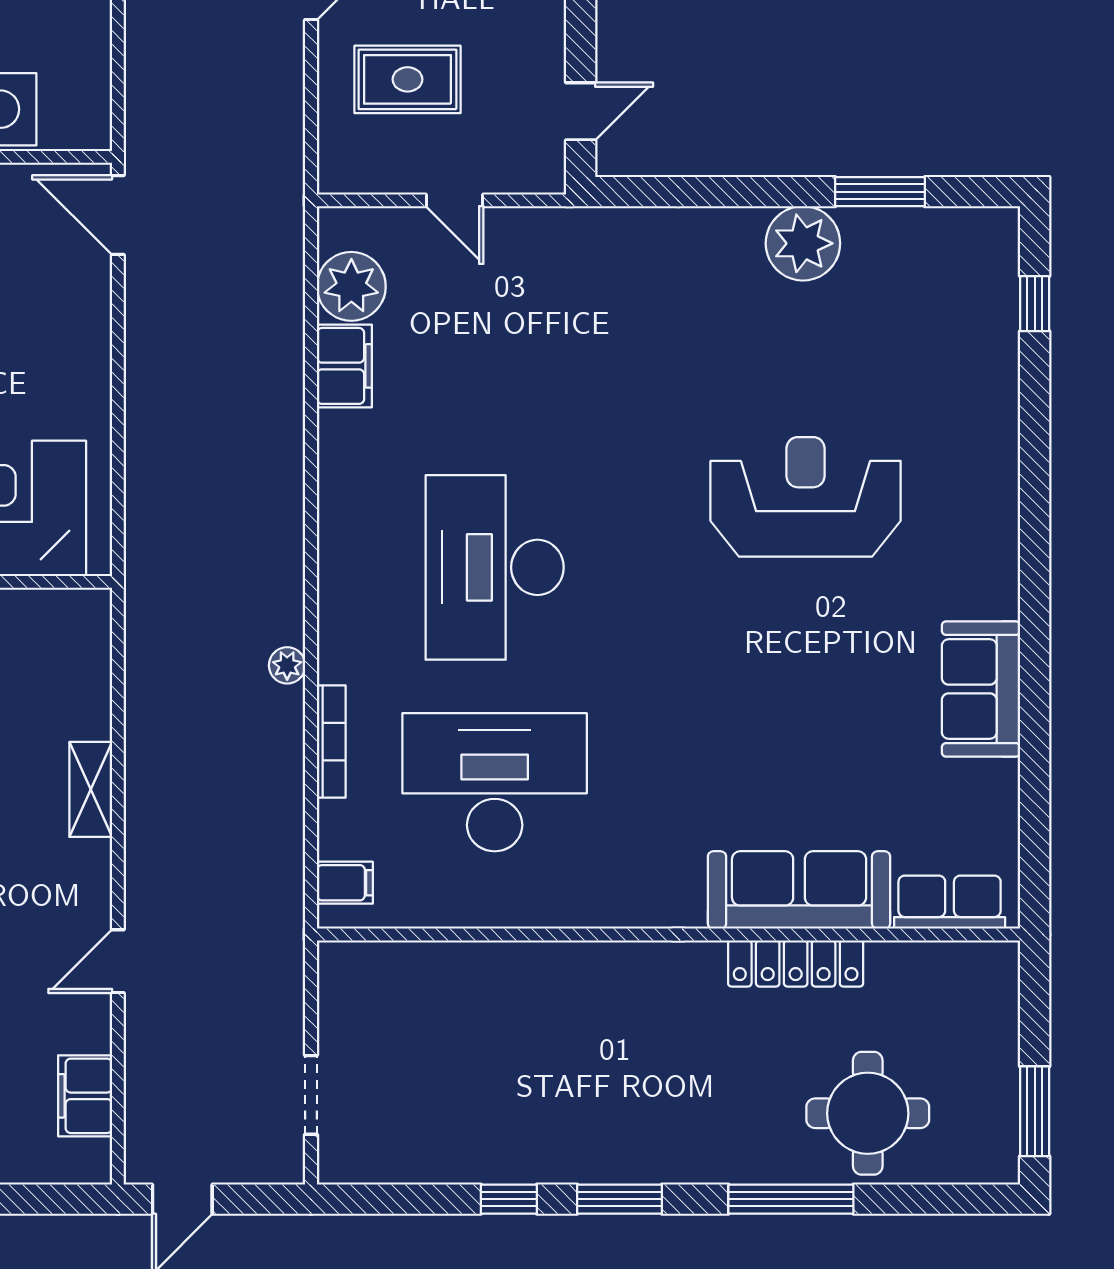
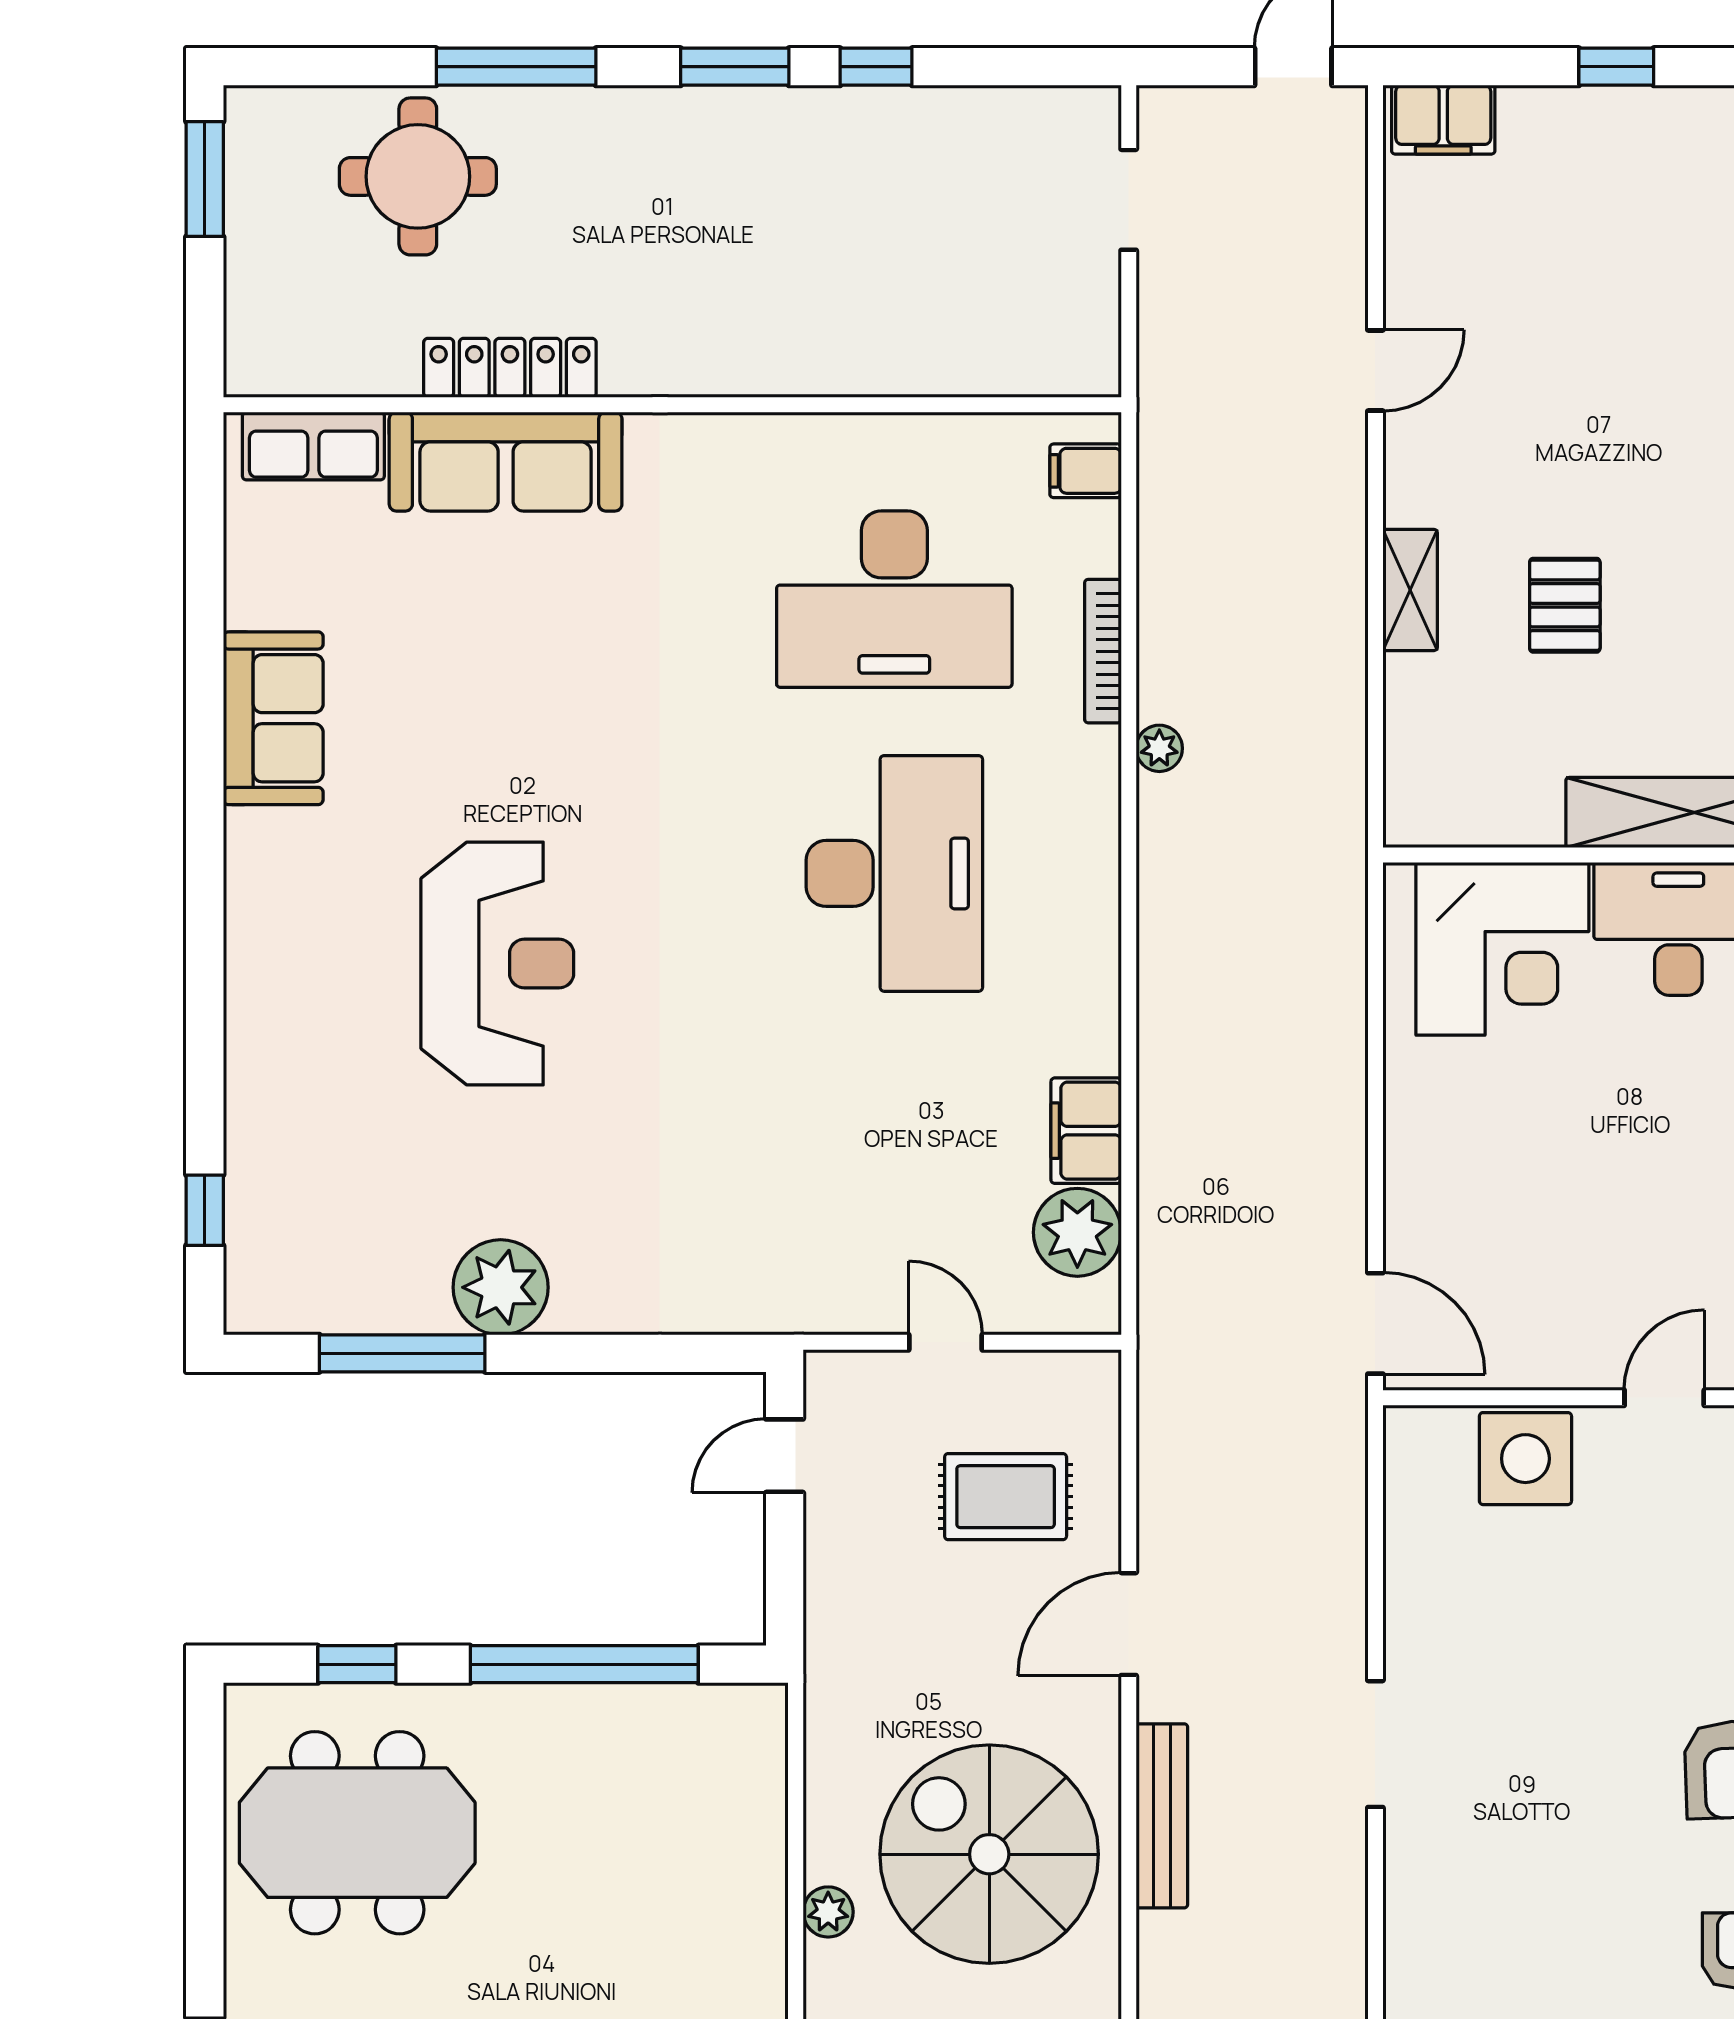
window: (880, 192) -> (402, 1353), width x1.44
reception desk: (806, 497) -> (497, 964), turned -90
filing cabinet: (85, 1096) -> (1443, 120), moved, turned 90

